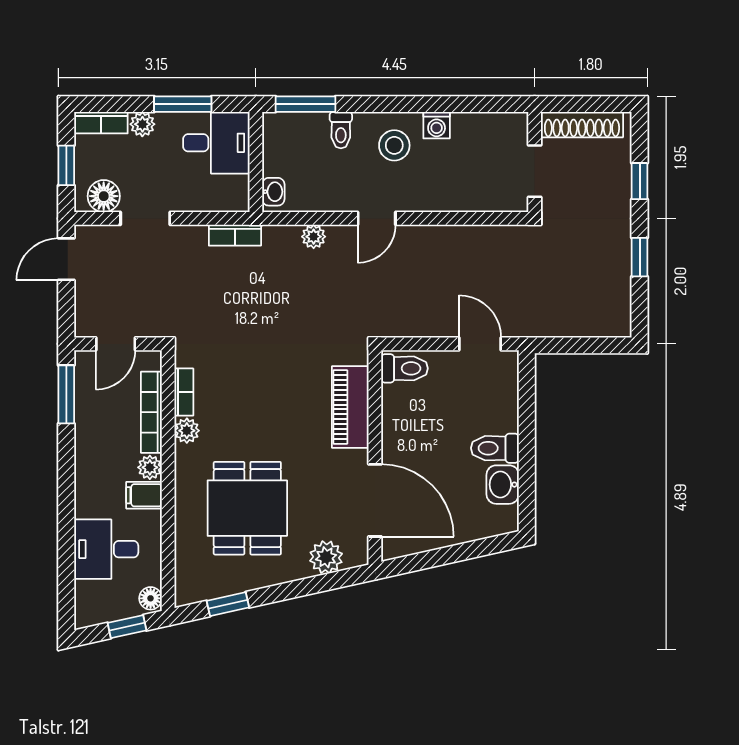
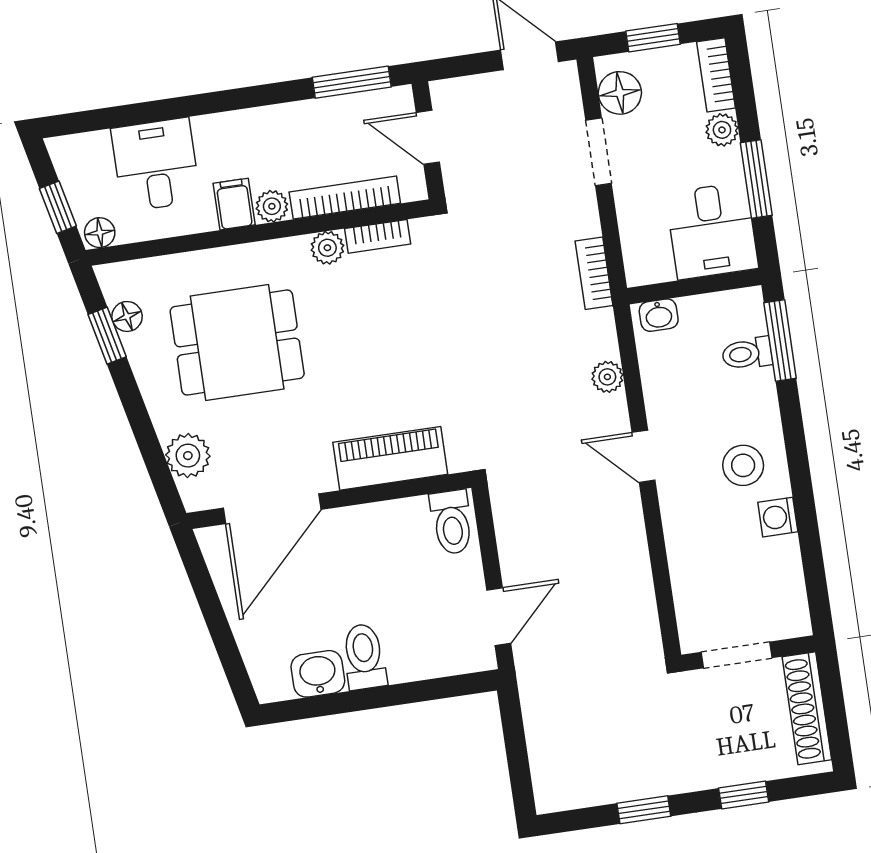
toilet: (341, 130) -> (747, 354), moved
floor lamp: (216, 587) -> (127, 316), added

